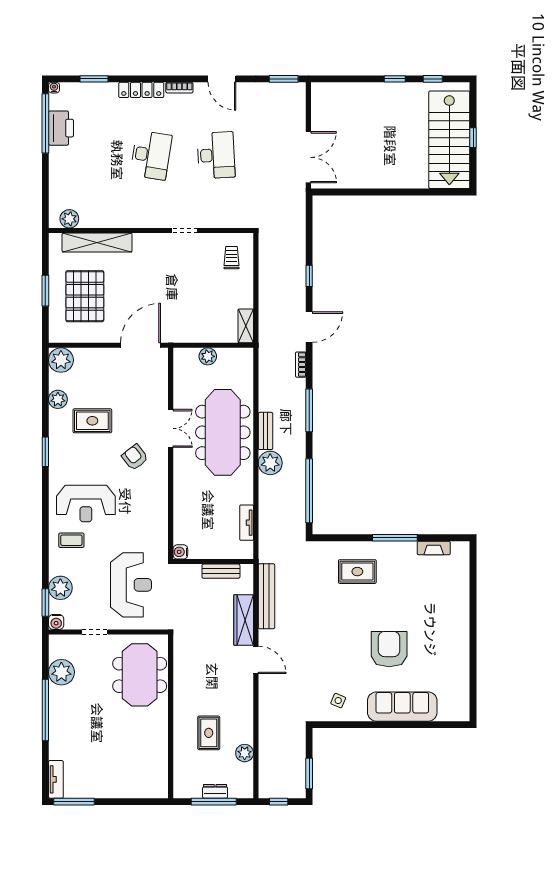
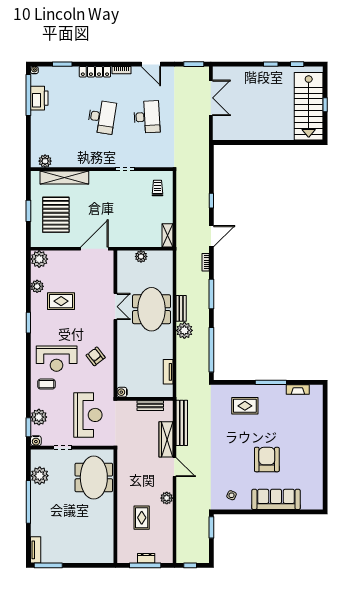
double door: (308, 157) -> (211, 98), moved
meeting table: (223, 432) -> (152, 309), width x0.73
armchair: (135, 457) -> (96, 356), moved
plant: (245, 753) -> (167, 498), moved
window: (309, 773) -> (211, 527), moved

